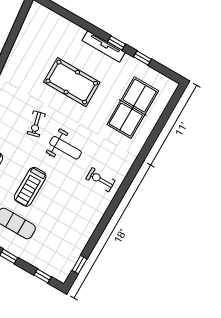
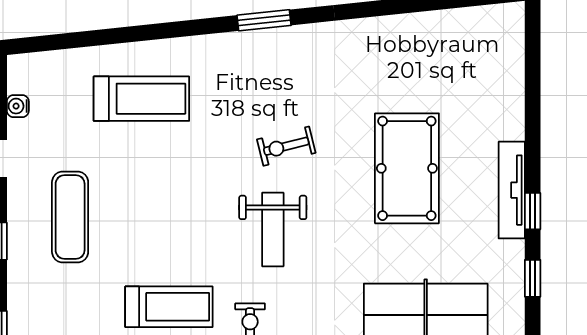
treadmill: (30, 187) -> (169, 307), moved, turned 180

